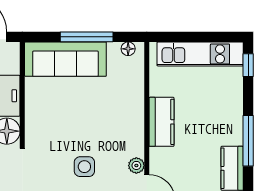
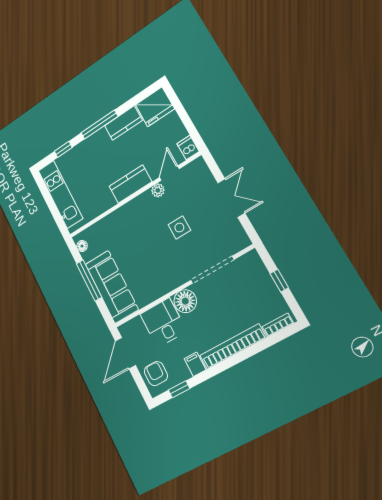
window: (248, 65) -> (63, 149), moved
kitchen counter: (162, 122) -> (130, 184), moved

